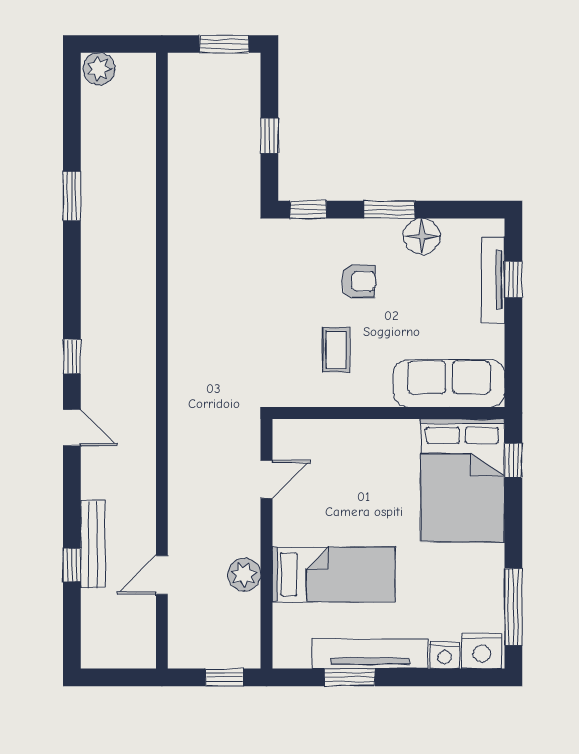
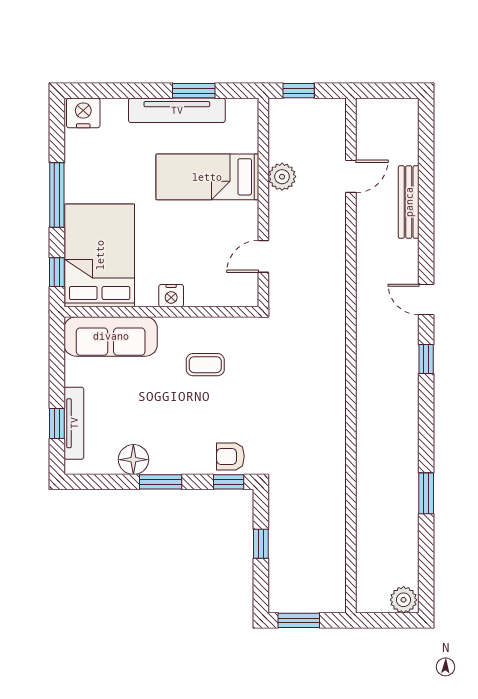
armchair: (359, 281) -> (230, 456), moved
coffee table: (336, 350) -> (205, 365), turned 90
window: (72, 565) -> (426, 185), removed
window: (513, 607) -> (57, 195), moved
nightstand: (445, 655) -> (171, 296), moved, turned 180

